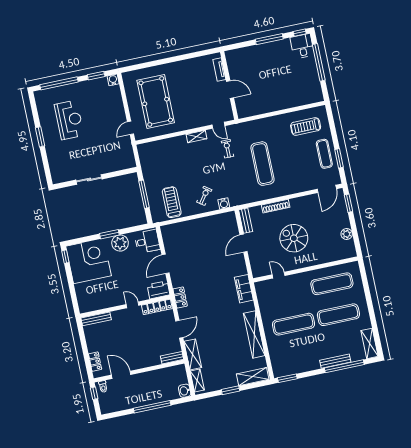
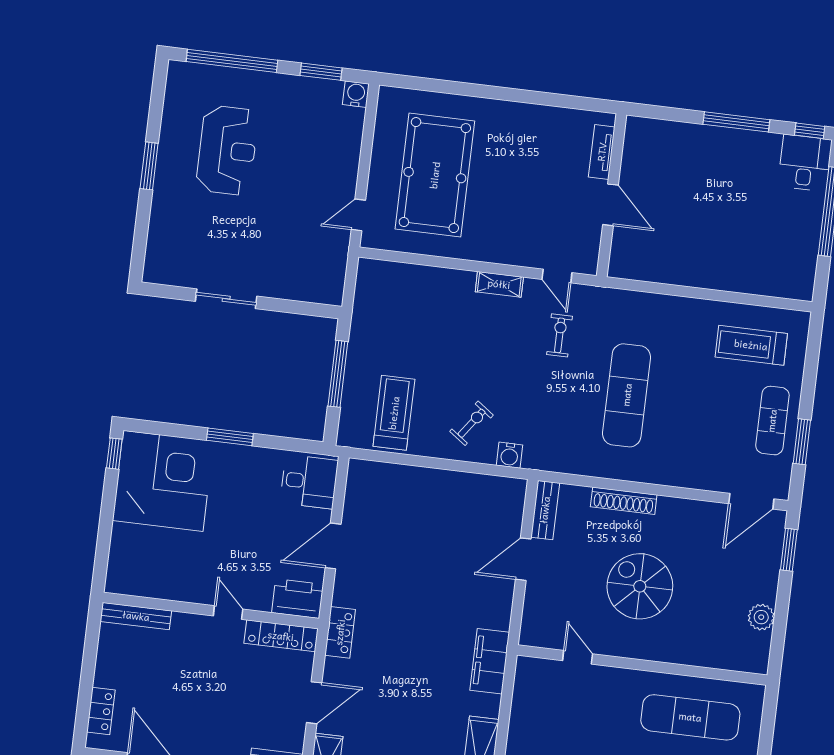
plant: (120, 243) -> (247, 465), removed

